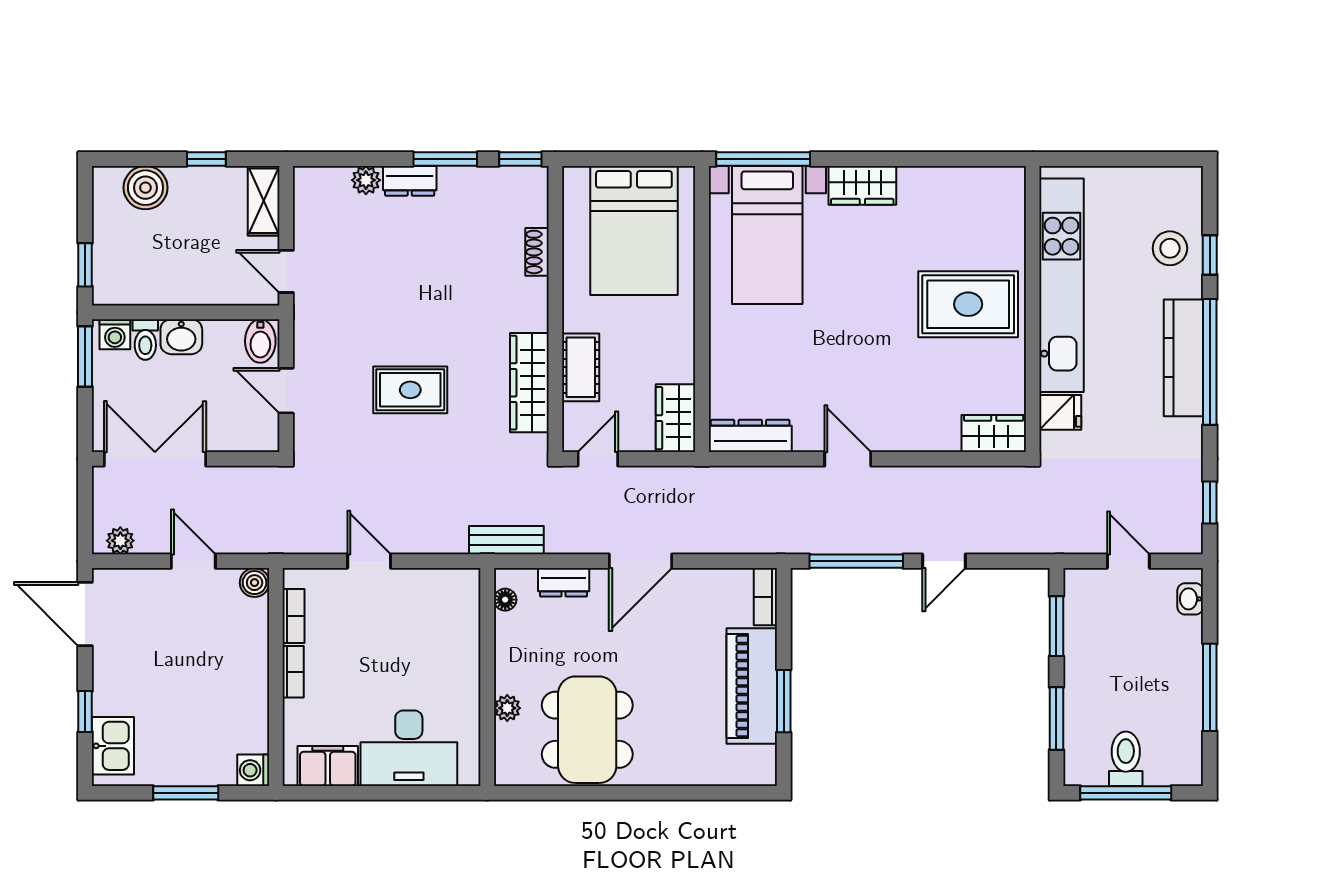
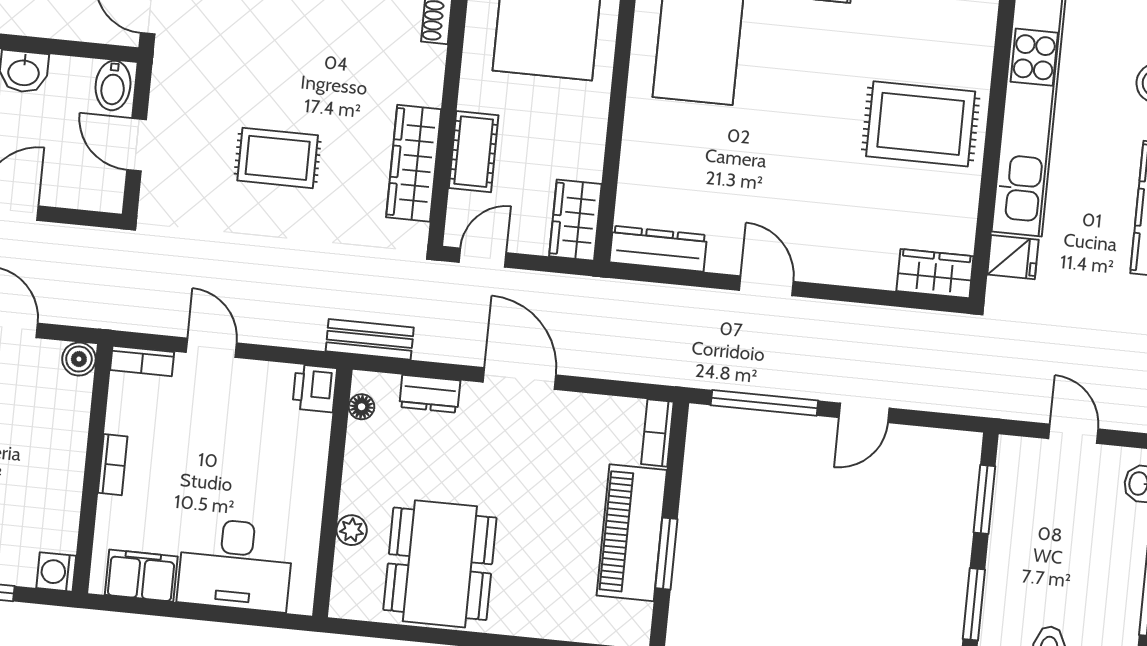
door: (640, 561) -> (520, 378), swing flipped
printer: (463, 588) -> (315, 388), added
bookcase: (294, 616) -> (142, 361), moved, turned 90

